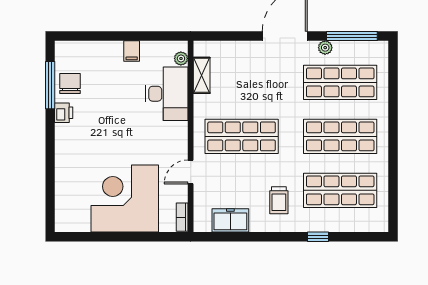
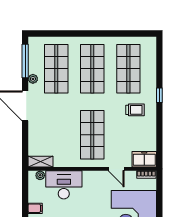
shelving: (202, 75) -> (41, 162), moved
freezer: (230, 220) -> (144, 159), moved, turned 90
window: (318, 237) -> (159, 95), moved

